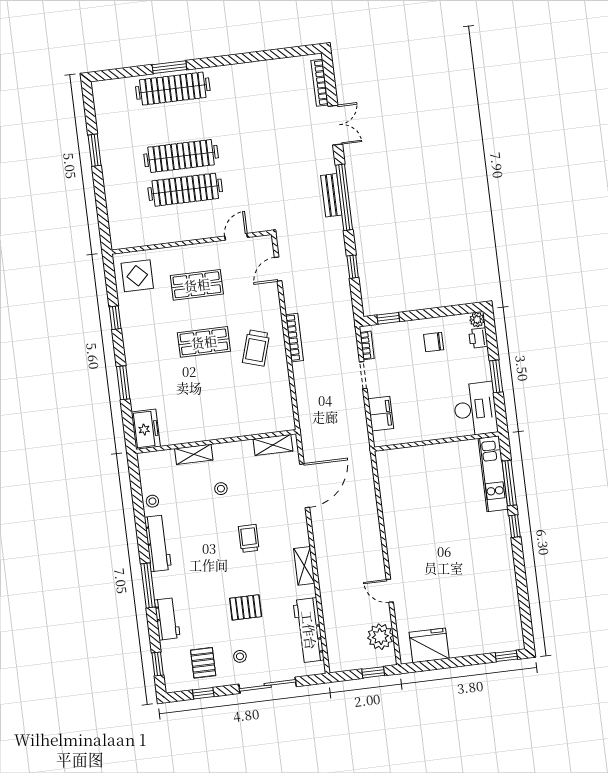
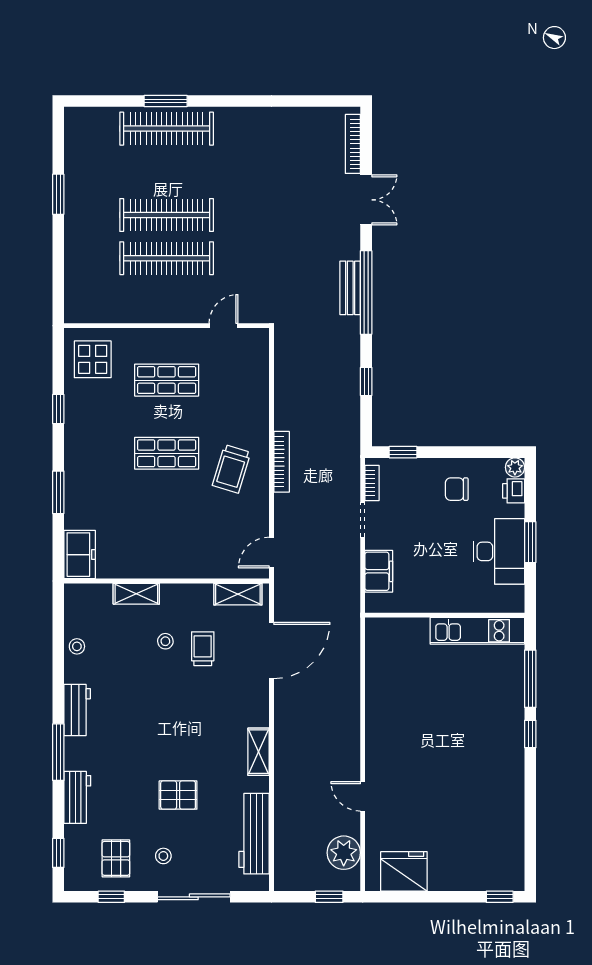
door: (278, 269) -> (271, 553), moved
desk: (475, 409) -> (499, 551), moved
kitchen unit: (493, 474) -> (477, 631), moved, turned -90
trolley: (249, 538) -> (203, 649), moved
workbench: (158, 543) -> (77, 710), width x0.73

